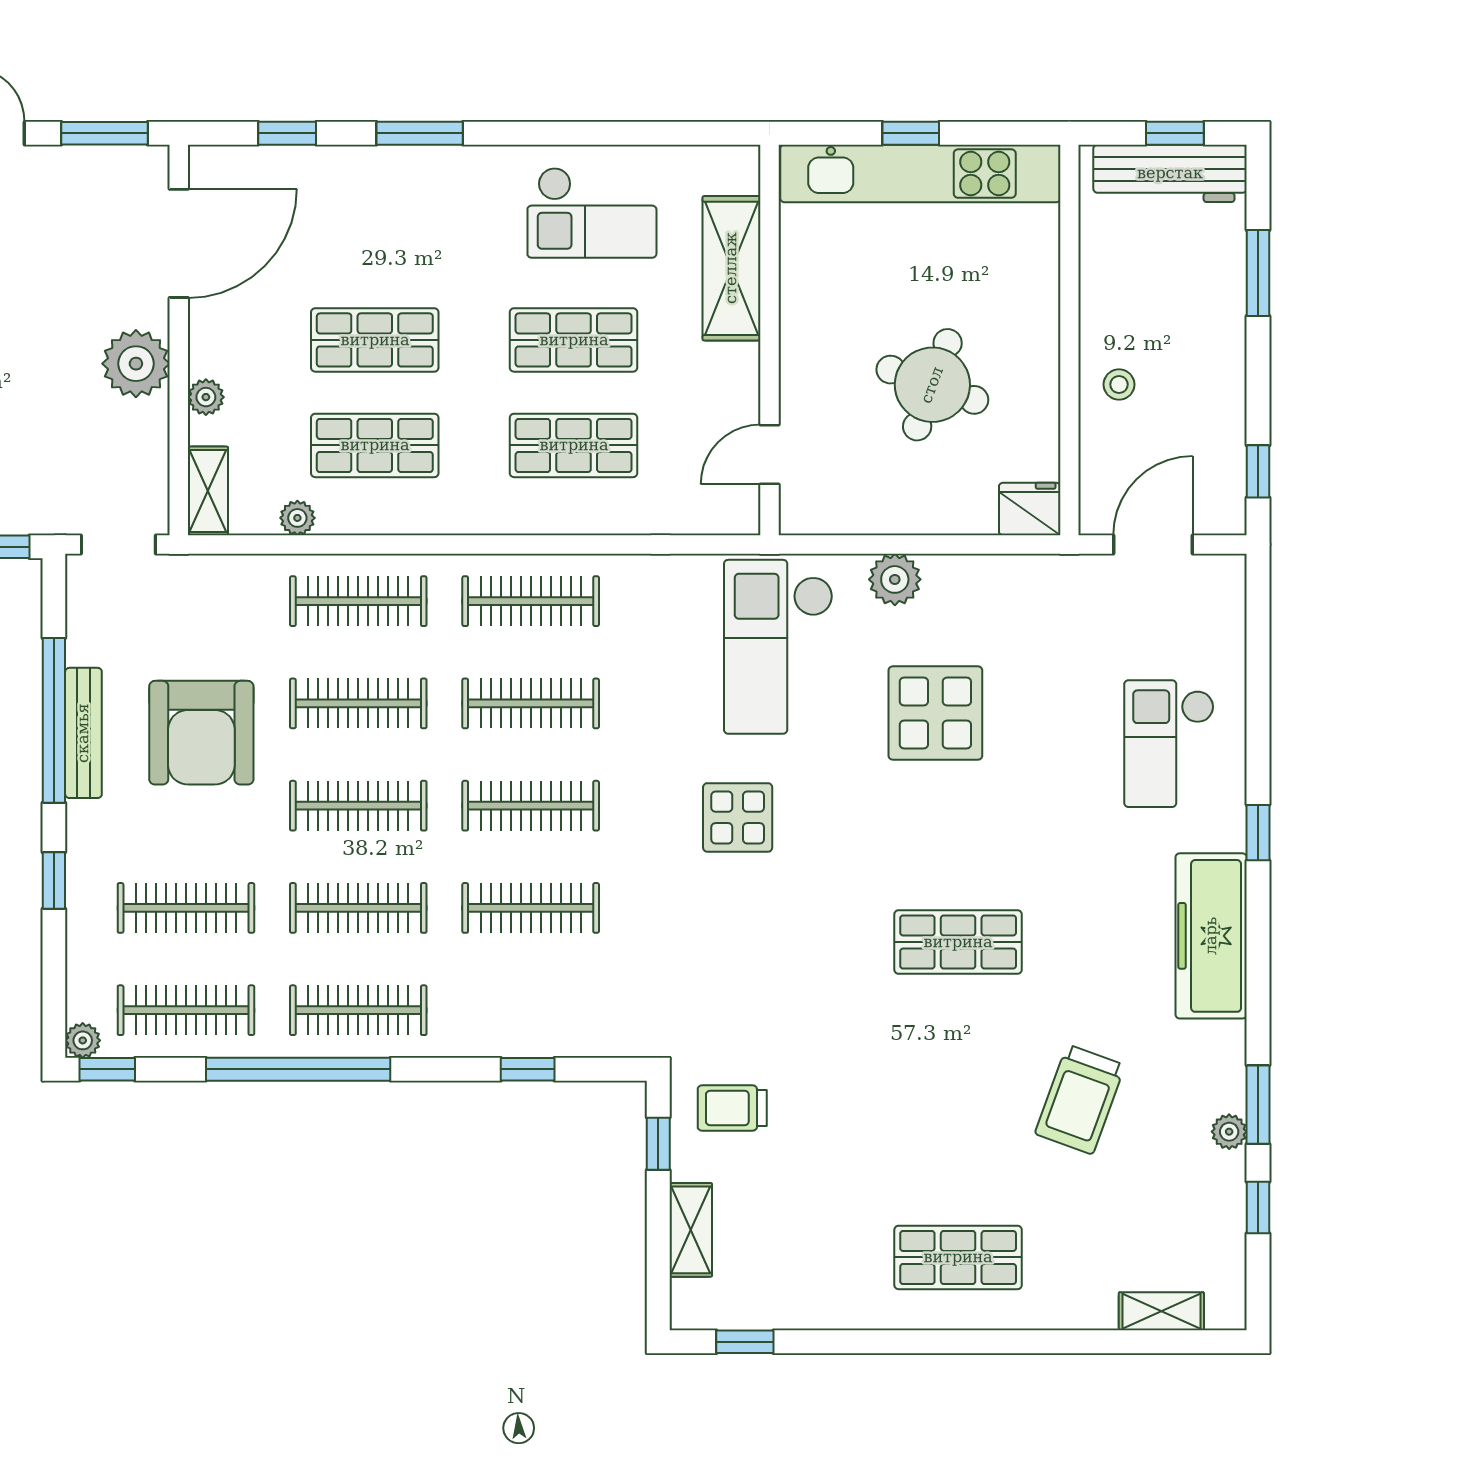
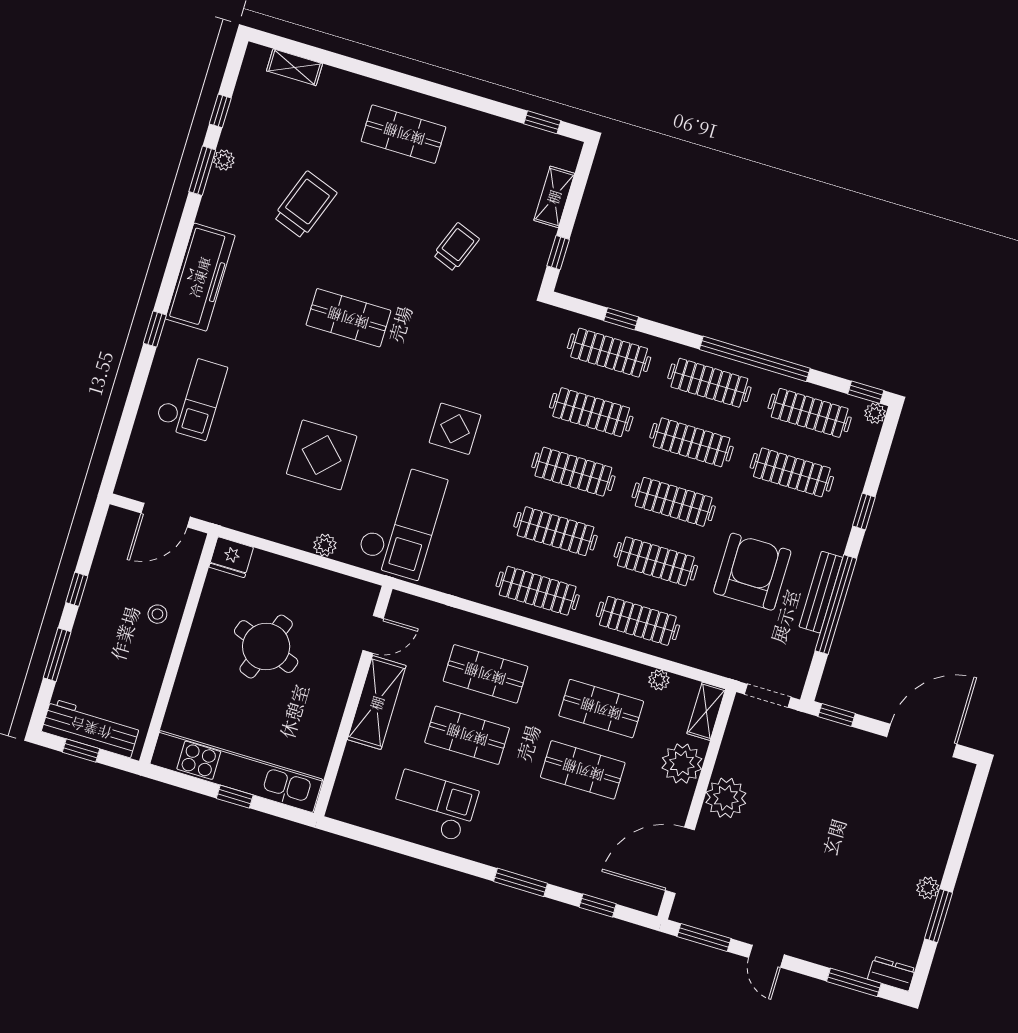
shelving: (731, 268) -> (377, 703), moved
plant: (206, 397) -> (682, 763), width x1.88, depth x1.88
window: (1258, 471) -> (77, 589), moved
plant: (895, 579) -> (325, 545), width x0.73, depth x0.73
clothes rail: (531, 1010) -> (609, 353), added
trolley: (732, 1108) -> (456, 247), moved, turned -69

